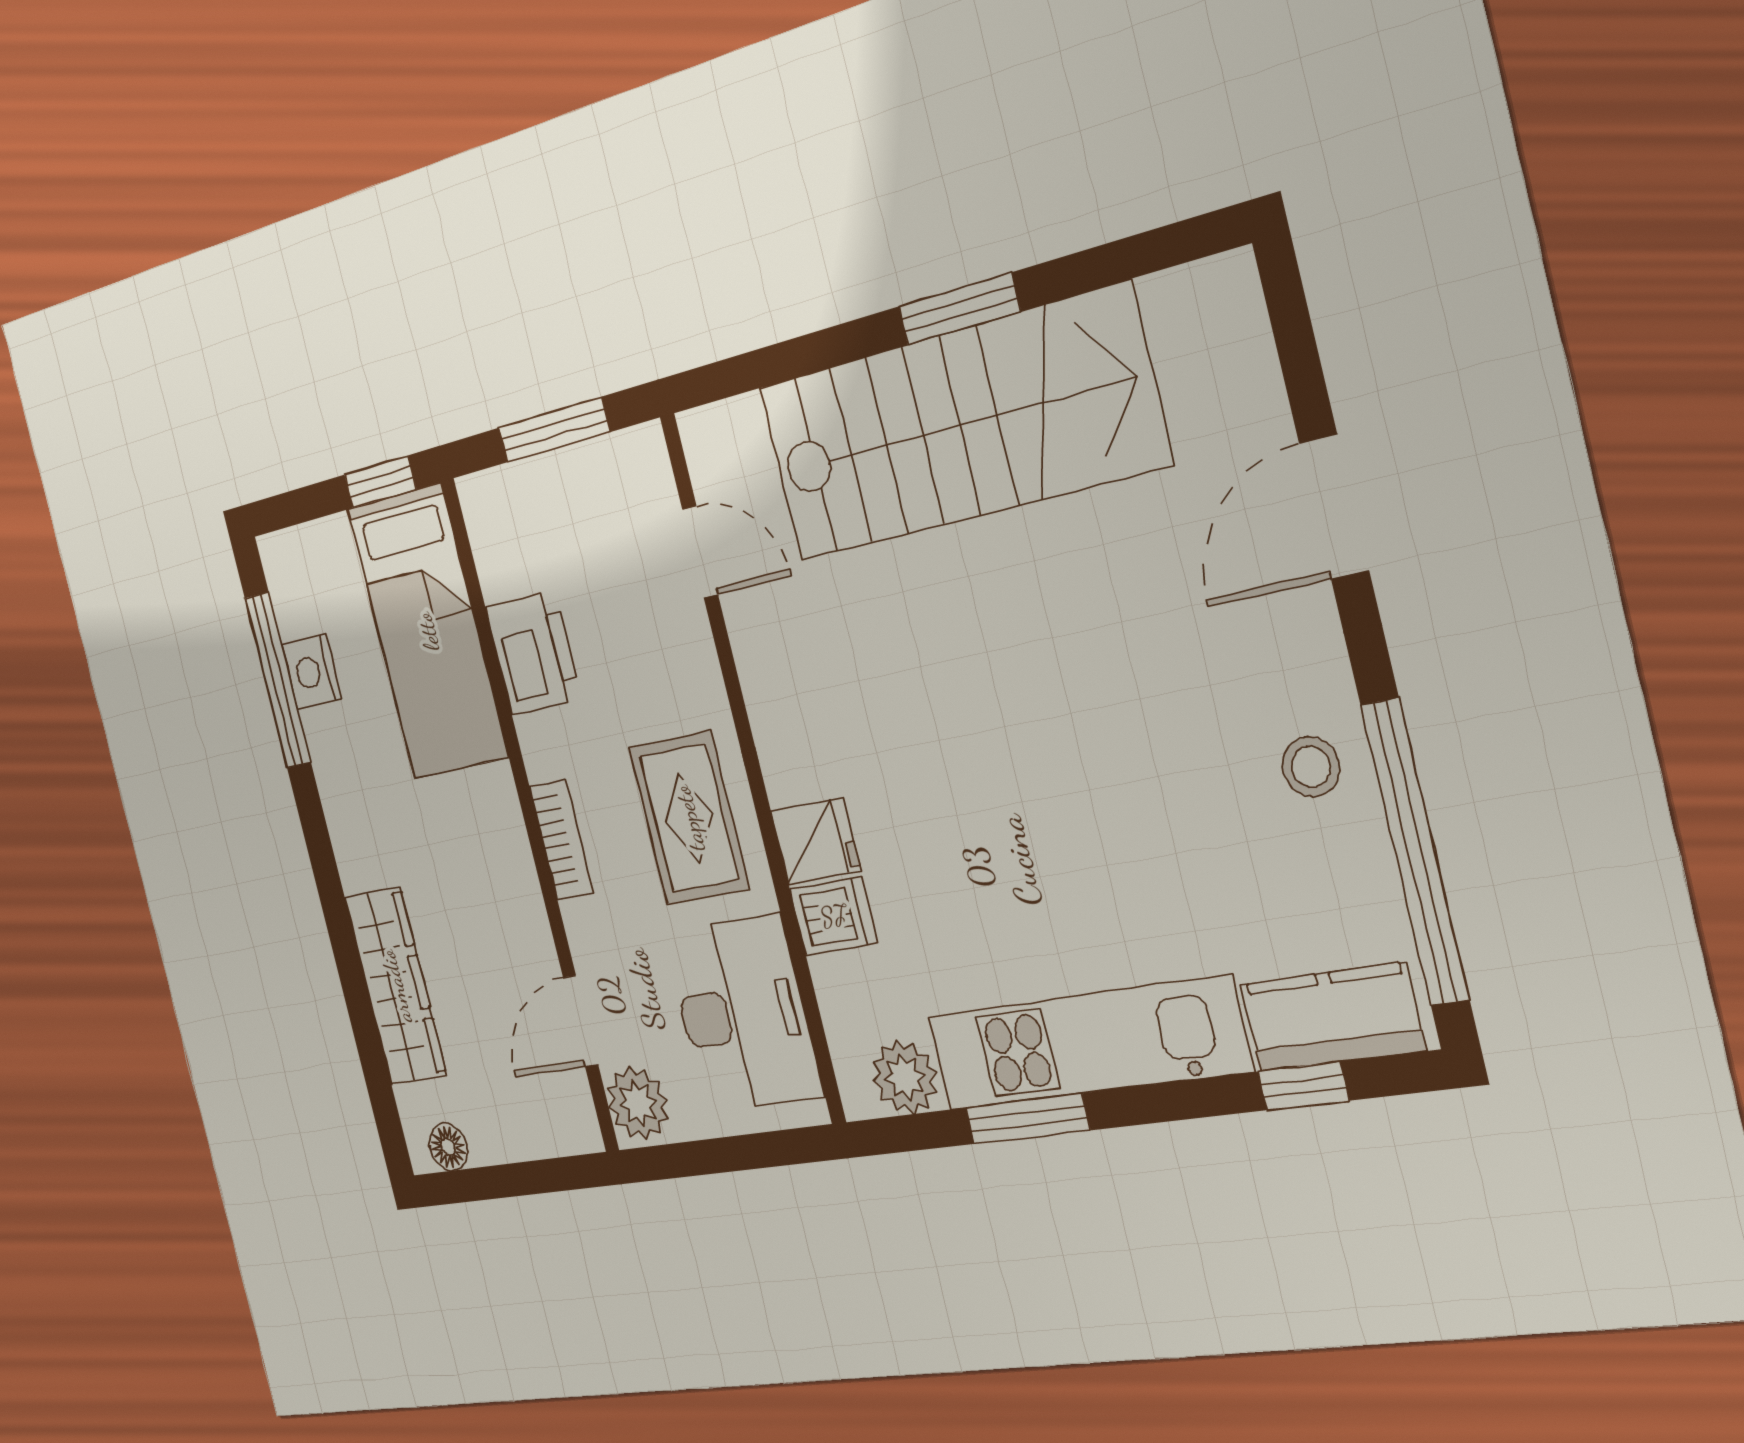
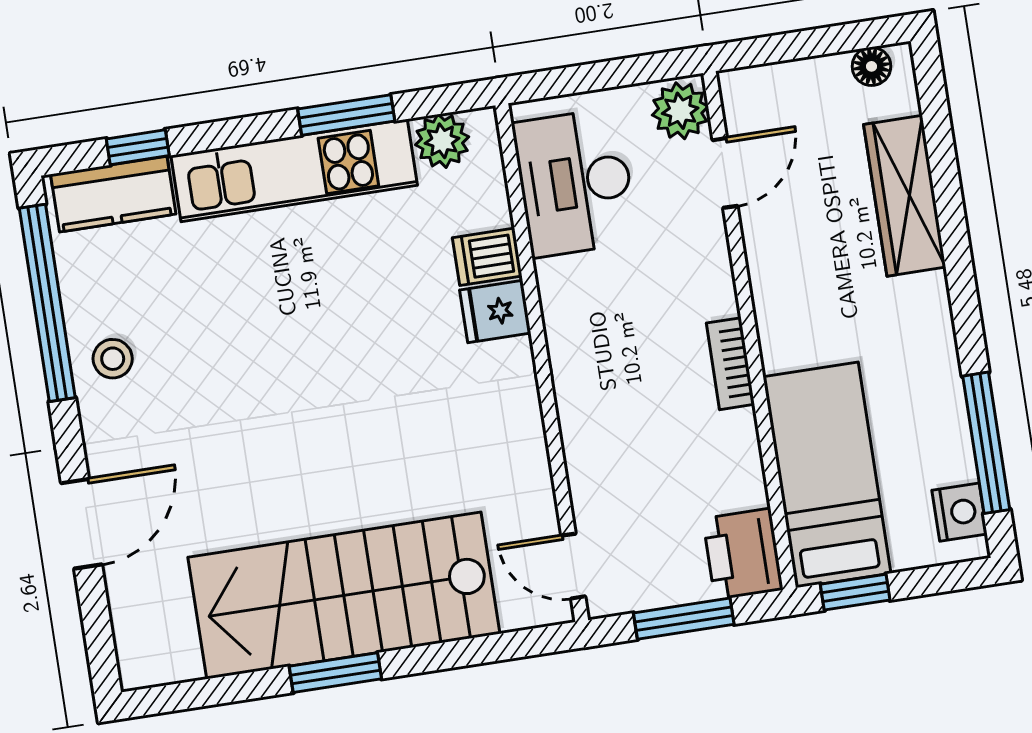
door: (700, 552) -> (573, 566), moved
printer: (534, 653) -> (743, 554), moved
nightstand: (312, 672) -> (960, 512), moved
rug: (689, 818) -> (603, 329), removed
bookcase: (561, 840) -> (730, 364), moved

